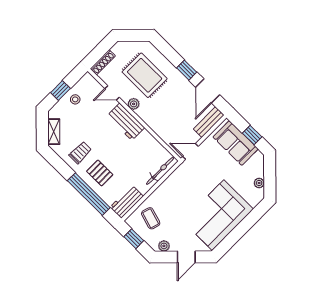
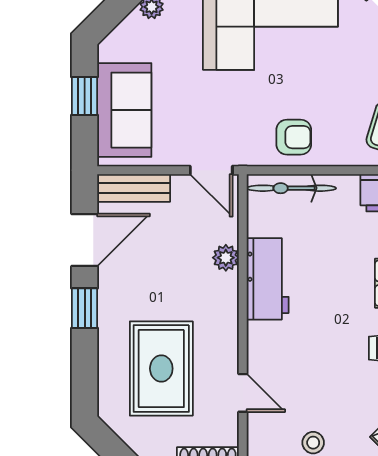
plant: (134, 104) -> (226, 258), moved
workbench: (126, 122) -> (268, 279), moved
armchair: (175, 187) -> (294, 137), added

